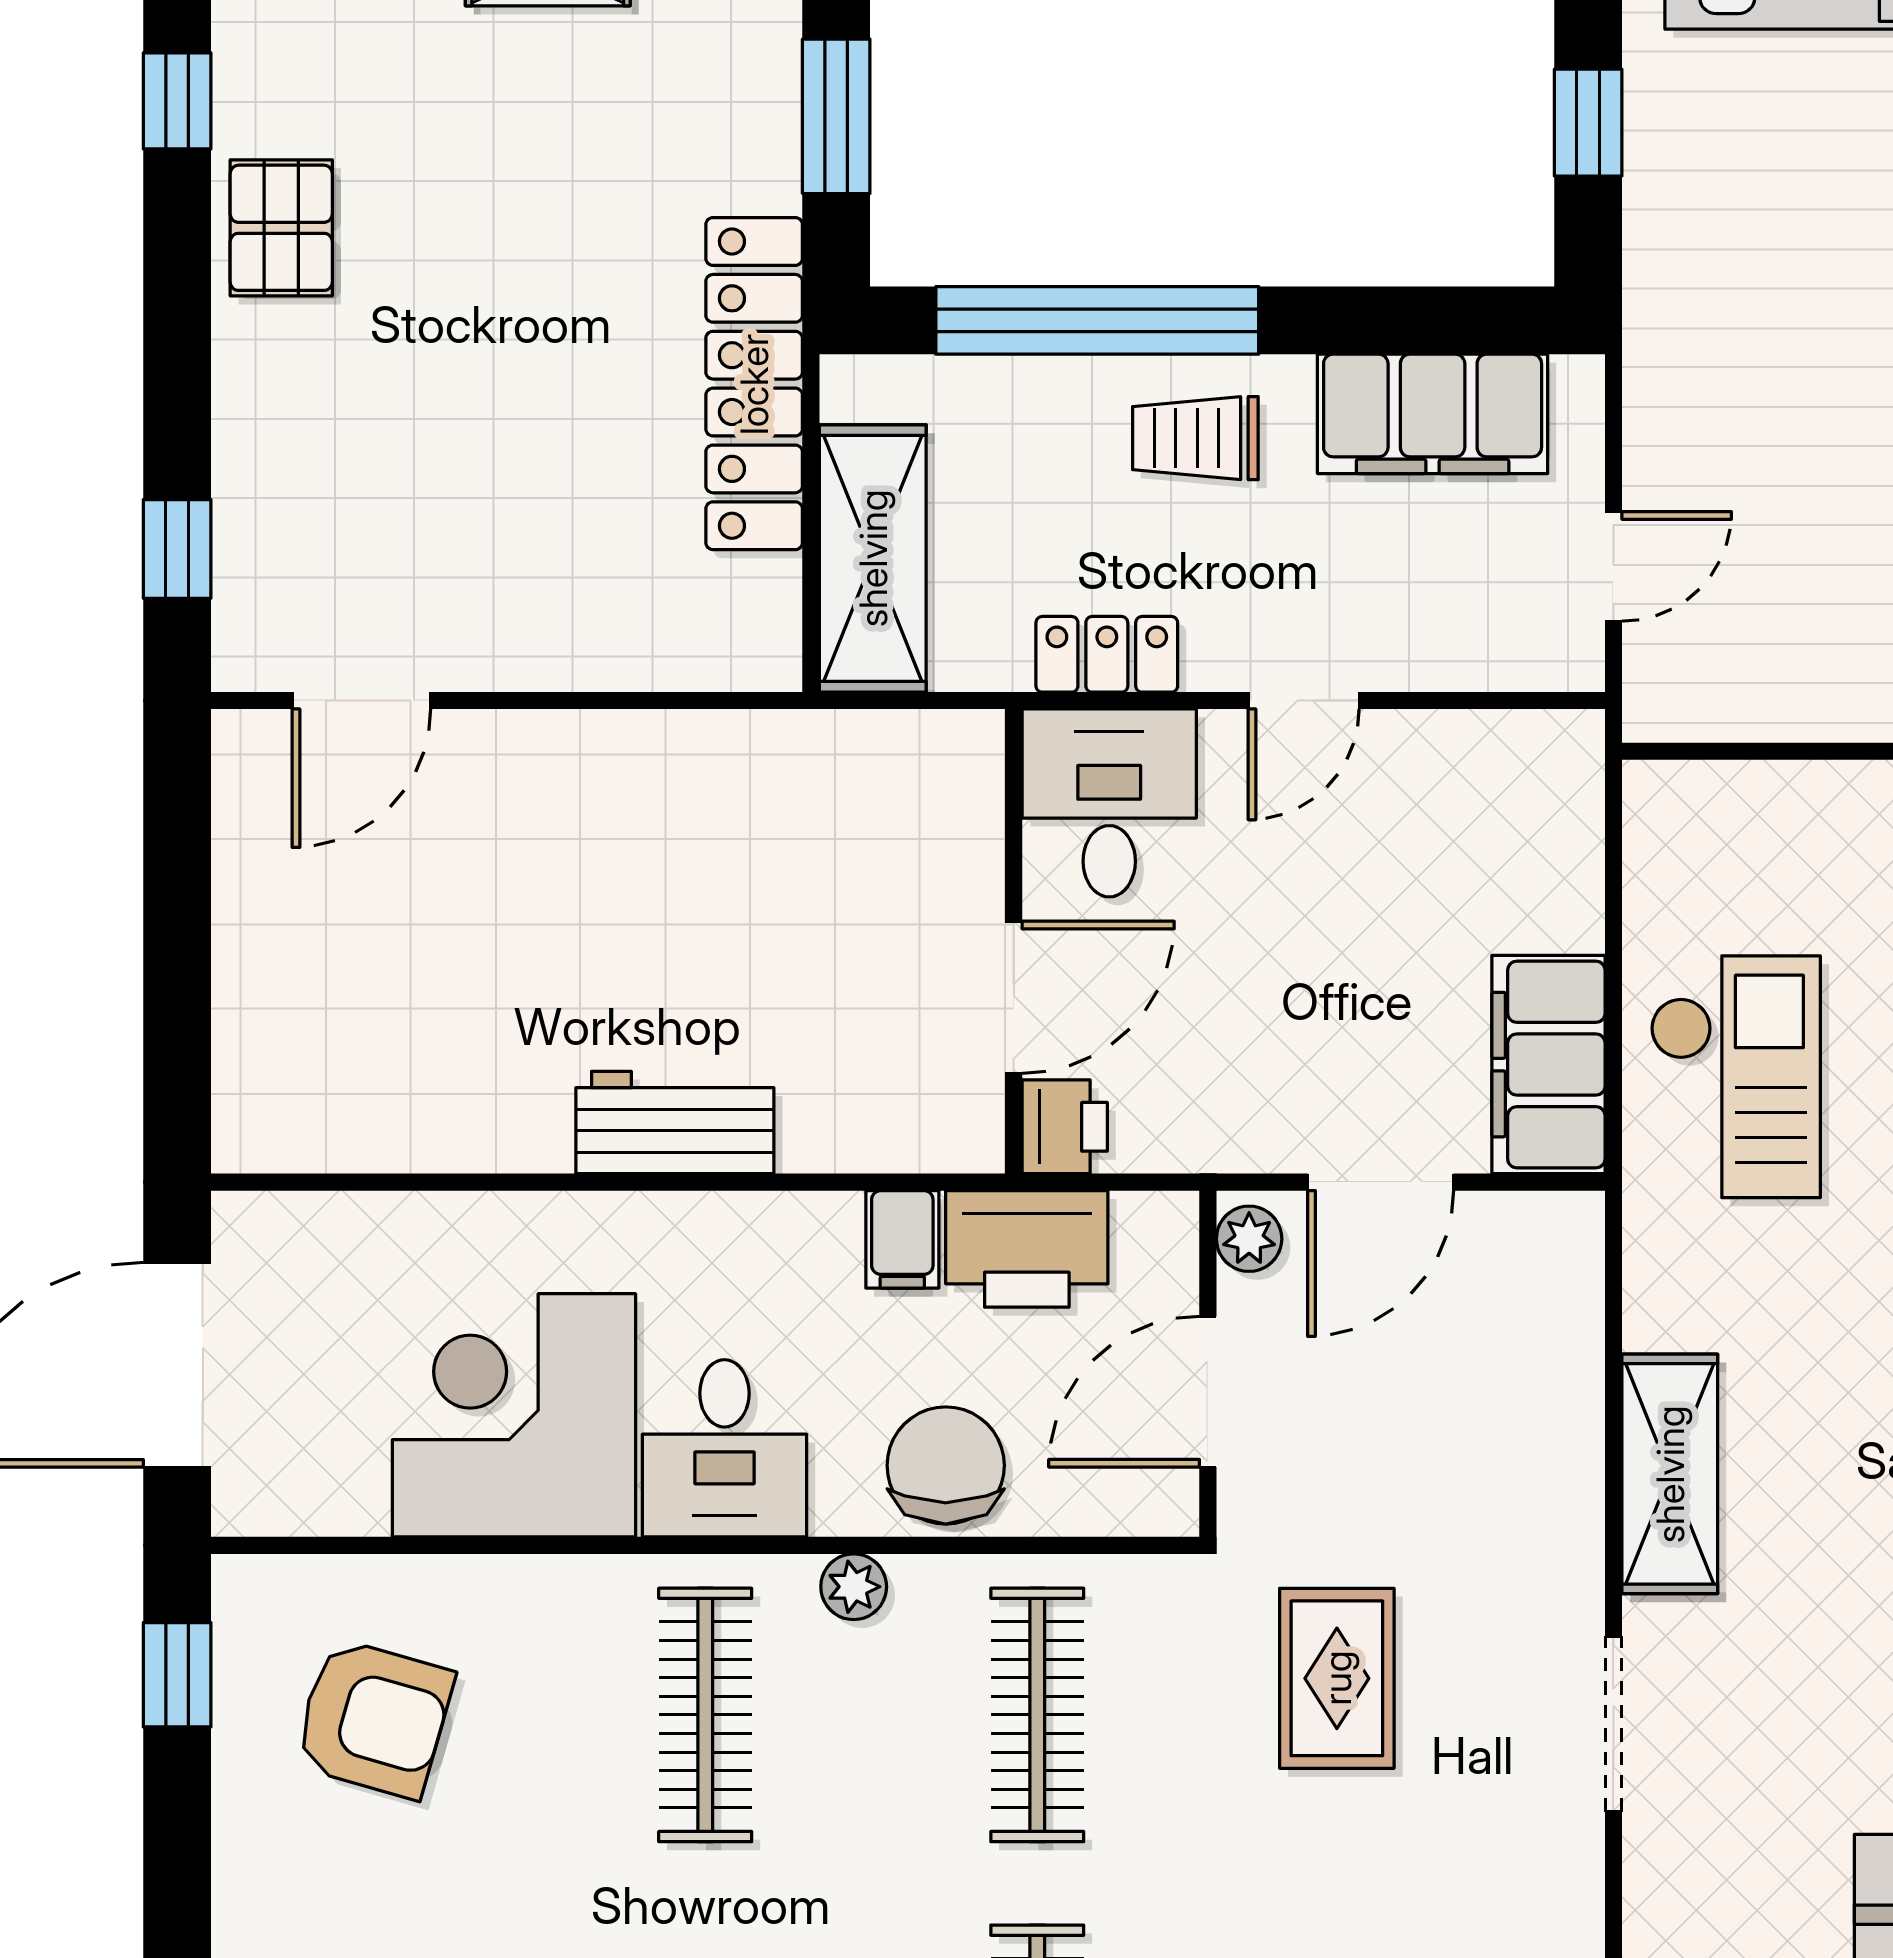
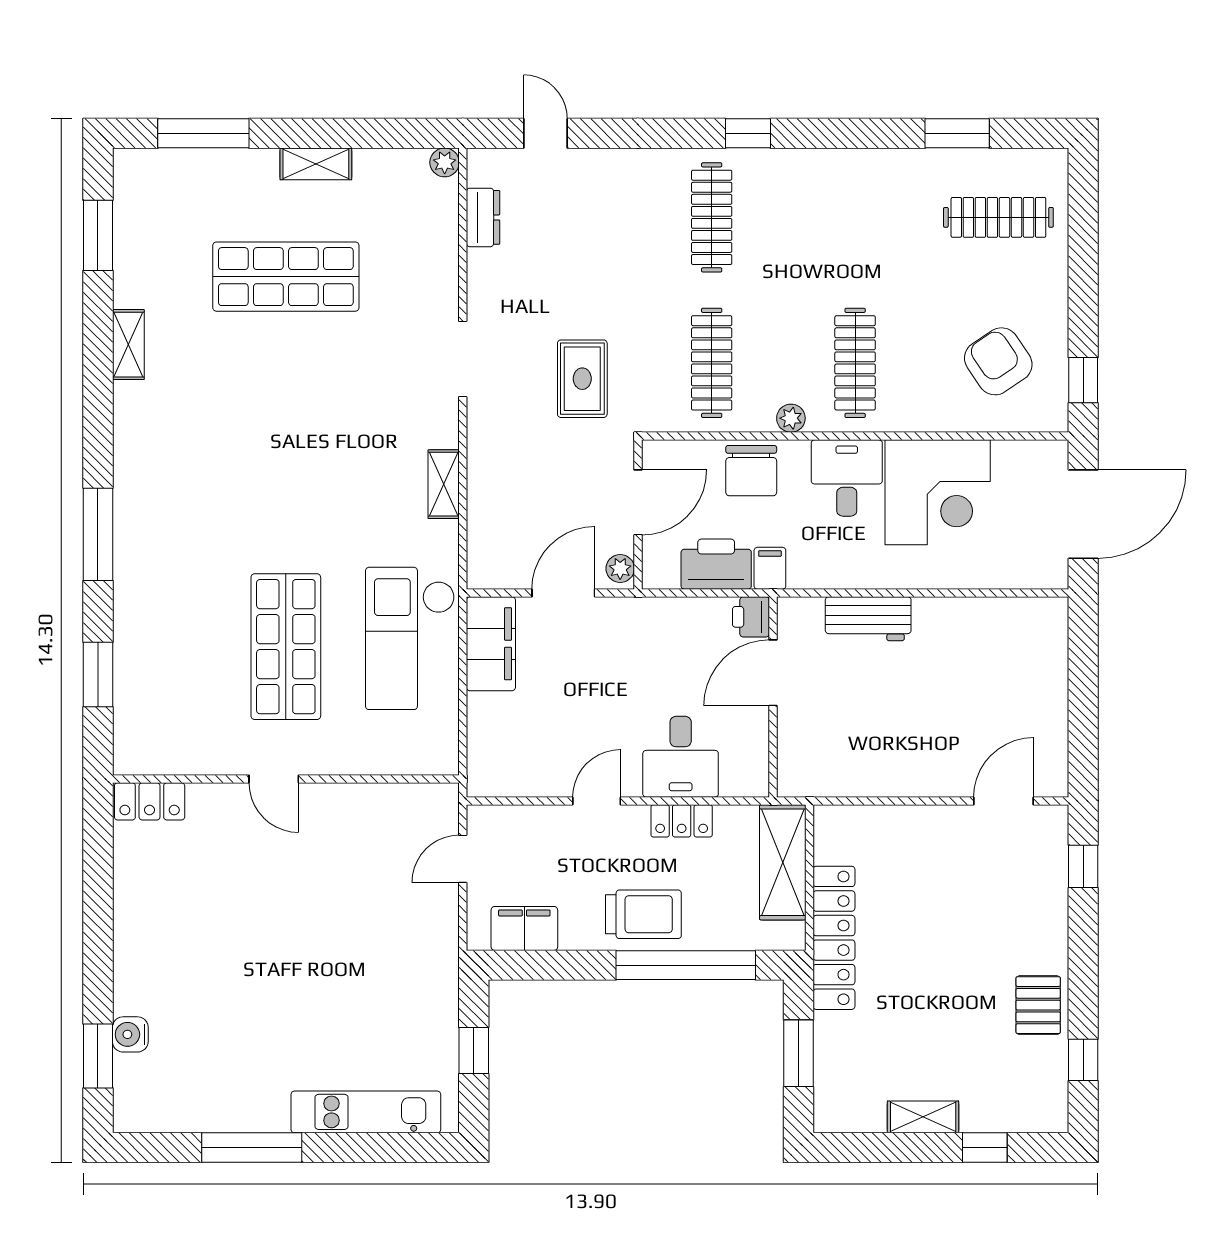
filing cabinet: (1433, 414) -> (524, 928), width x0.67, depth x0.86
trolley: (1195, 438) -> (643, 914), width x1.36, depth x1.39
wall: (1014, 941) -> (773, 697), moved
door: (1014, 997) -> (773, 673), moved
checkout: (1735, 1077) -> (410, 638), width x1.36, depth x1.21
printer: (1065, 1127) -> (751, 617), moved
shelving: (1670, 1474) -> (444, 484), width x0.67, depth x0.75
armchair: (374, 1718) -> (998, 361), turned 40

